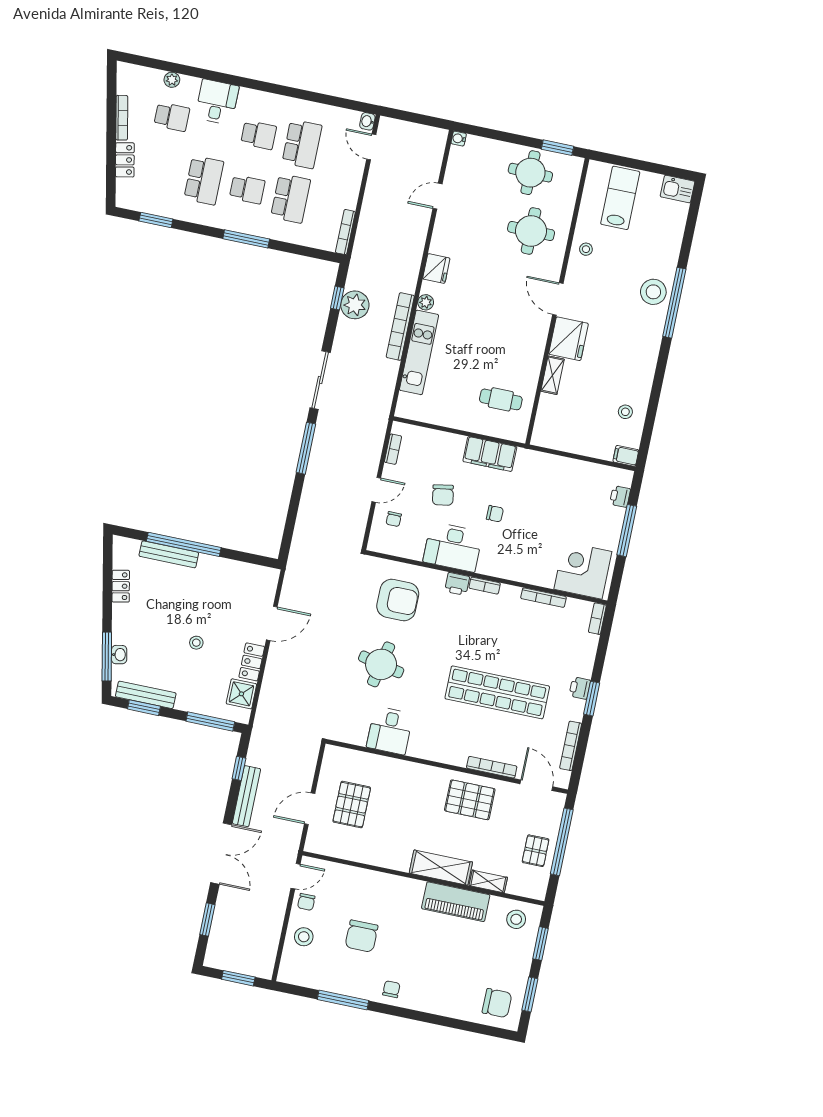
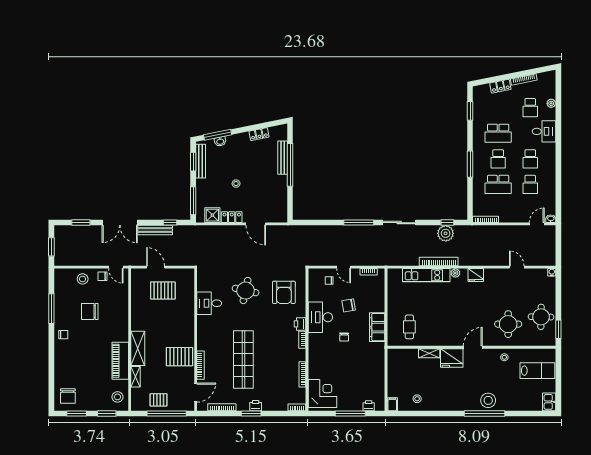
school desk: (302, 144) -> (530, 184), width x0.54
pallet: (470, 800) -> (179, 357), turned 90

